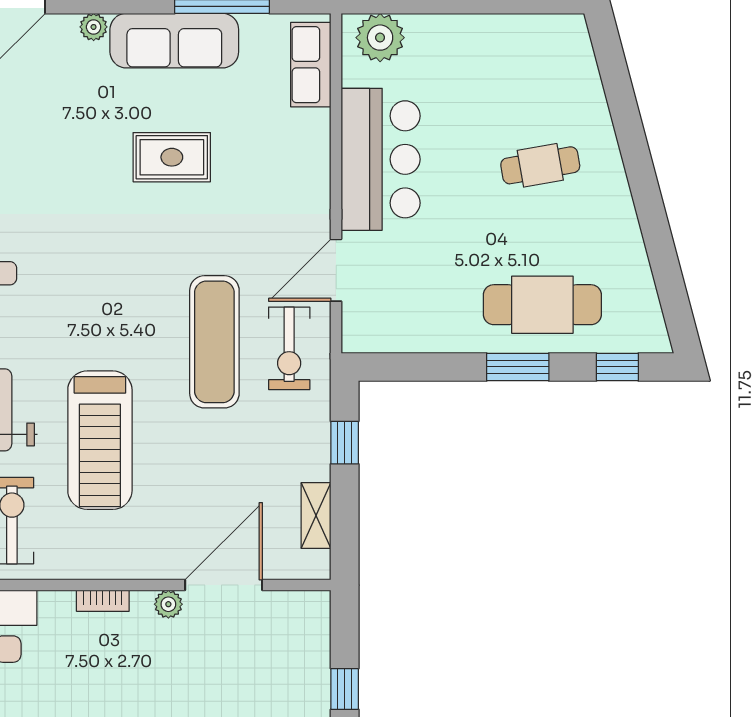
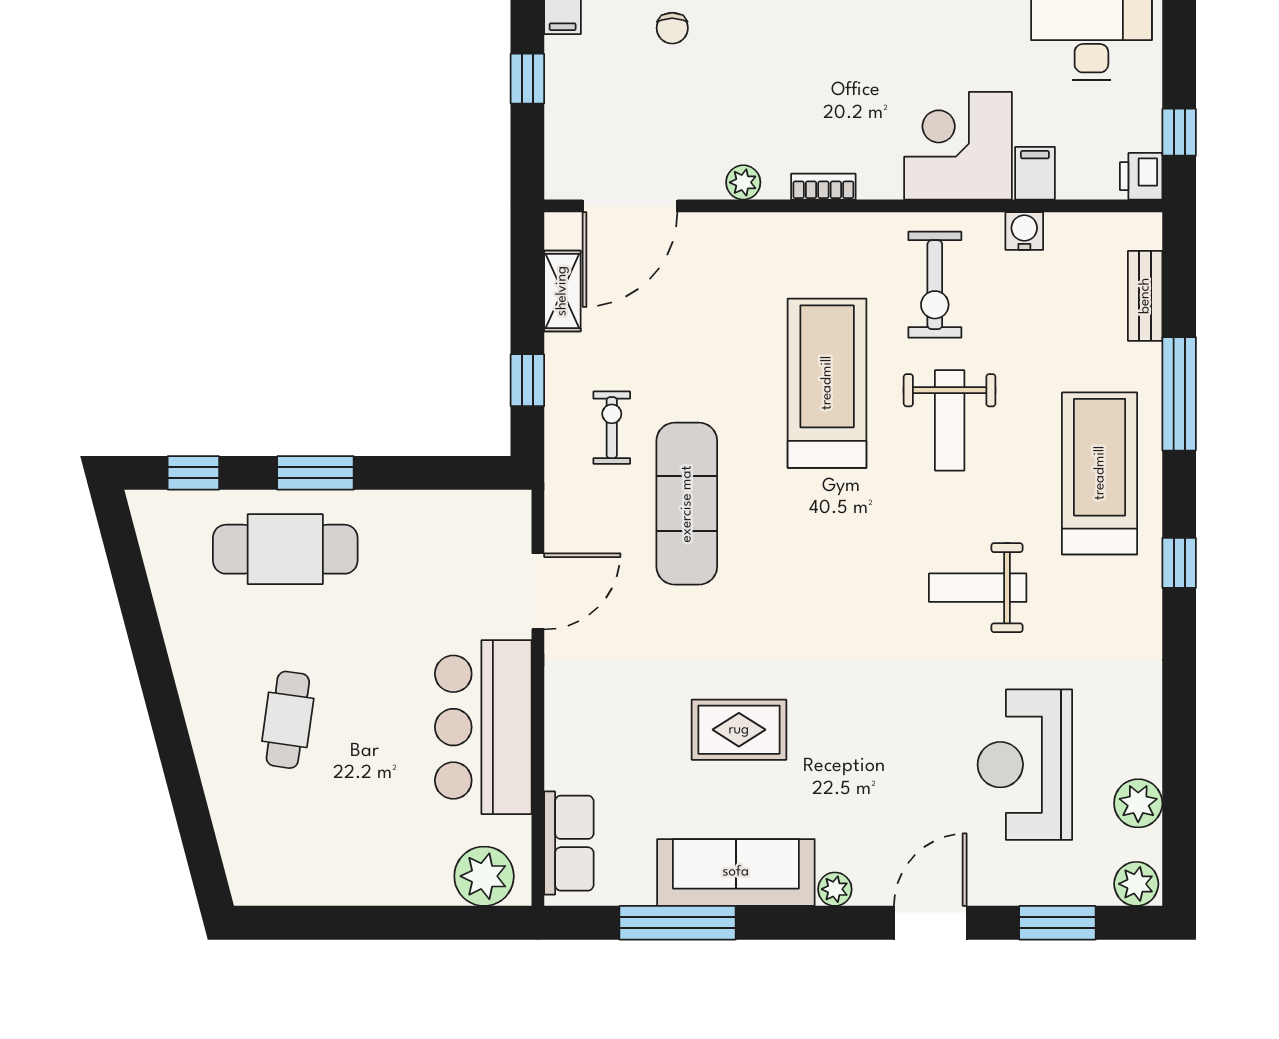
cafe table: (540, 165) -> (288, 720), turned -72
exercise bike: (289, 348) -> (612, 428), moved, width x0.73, depth x0.72
door: (224, 585) -> (630, 206), moved

